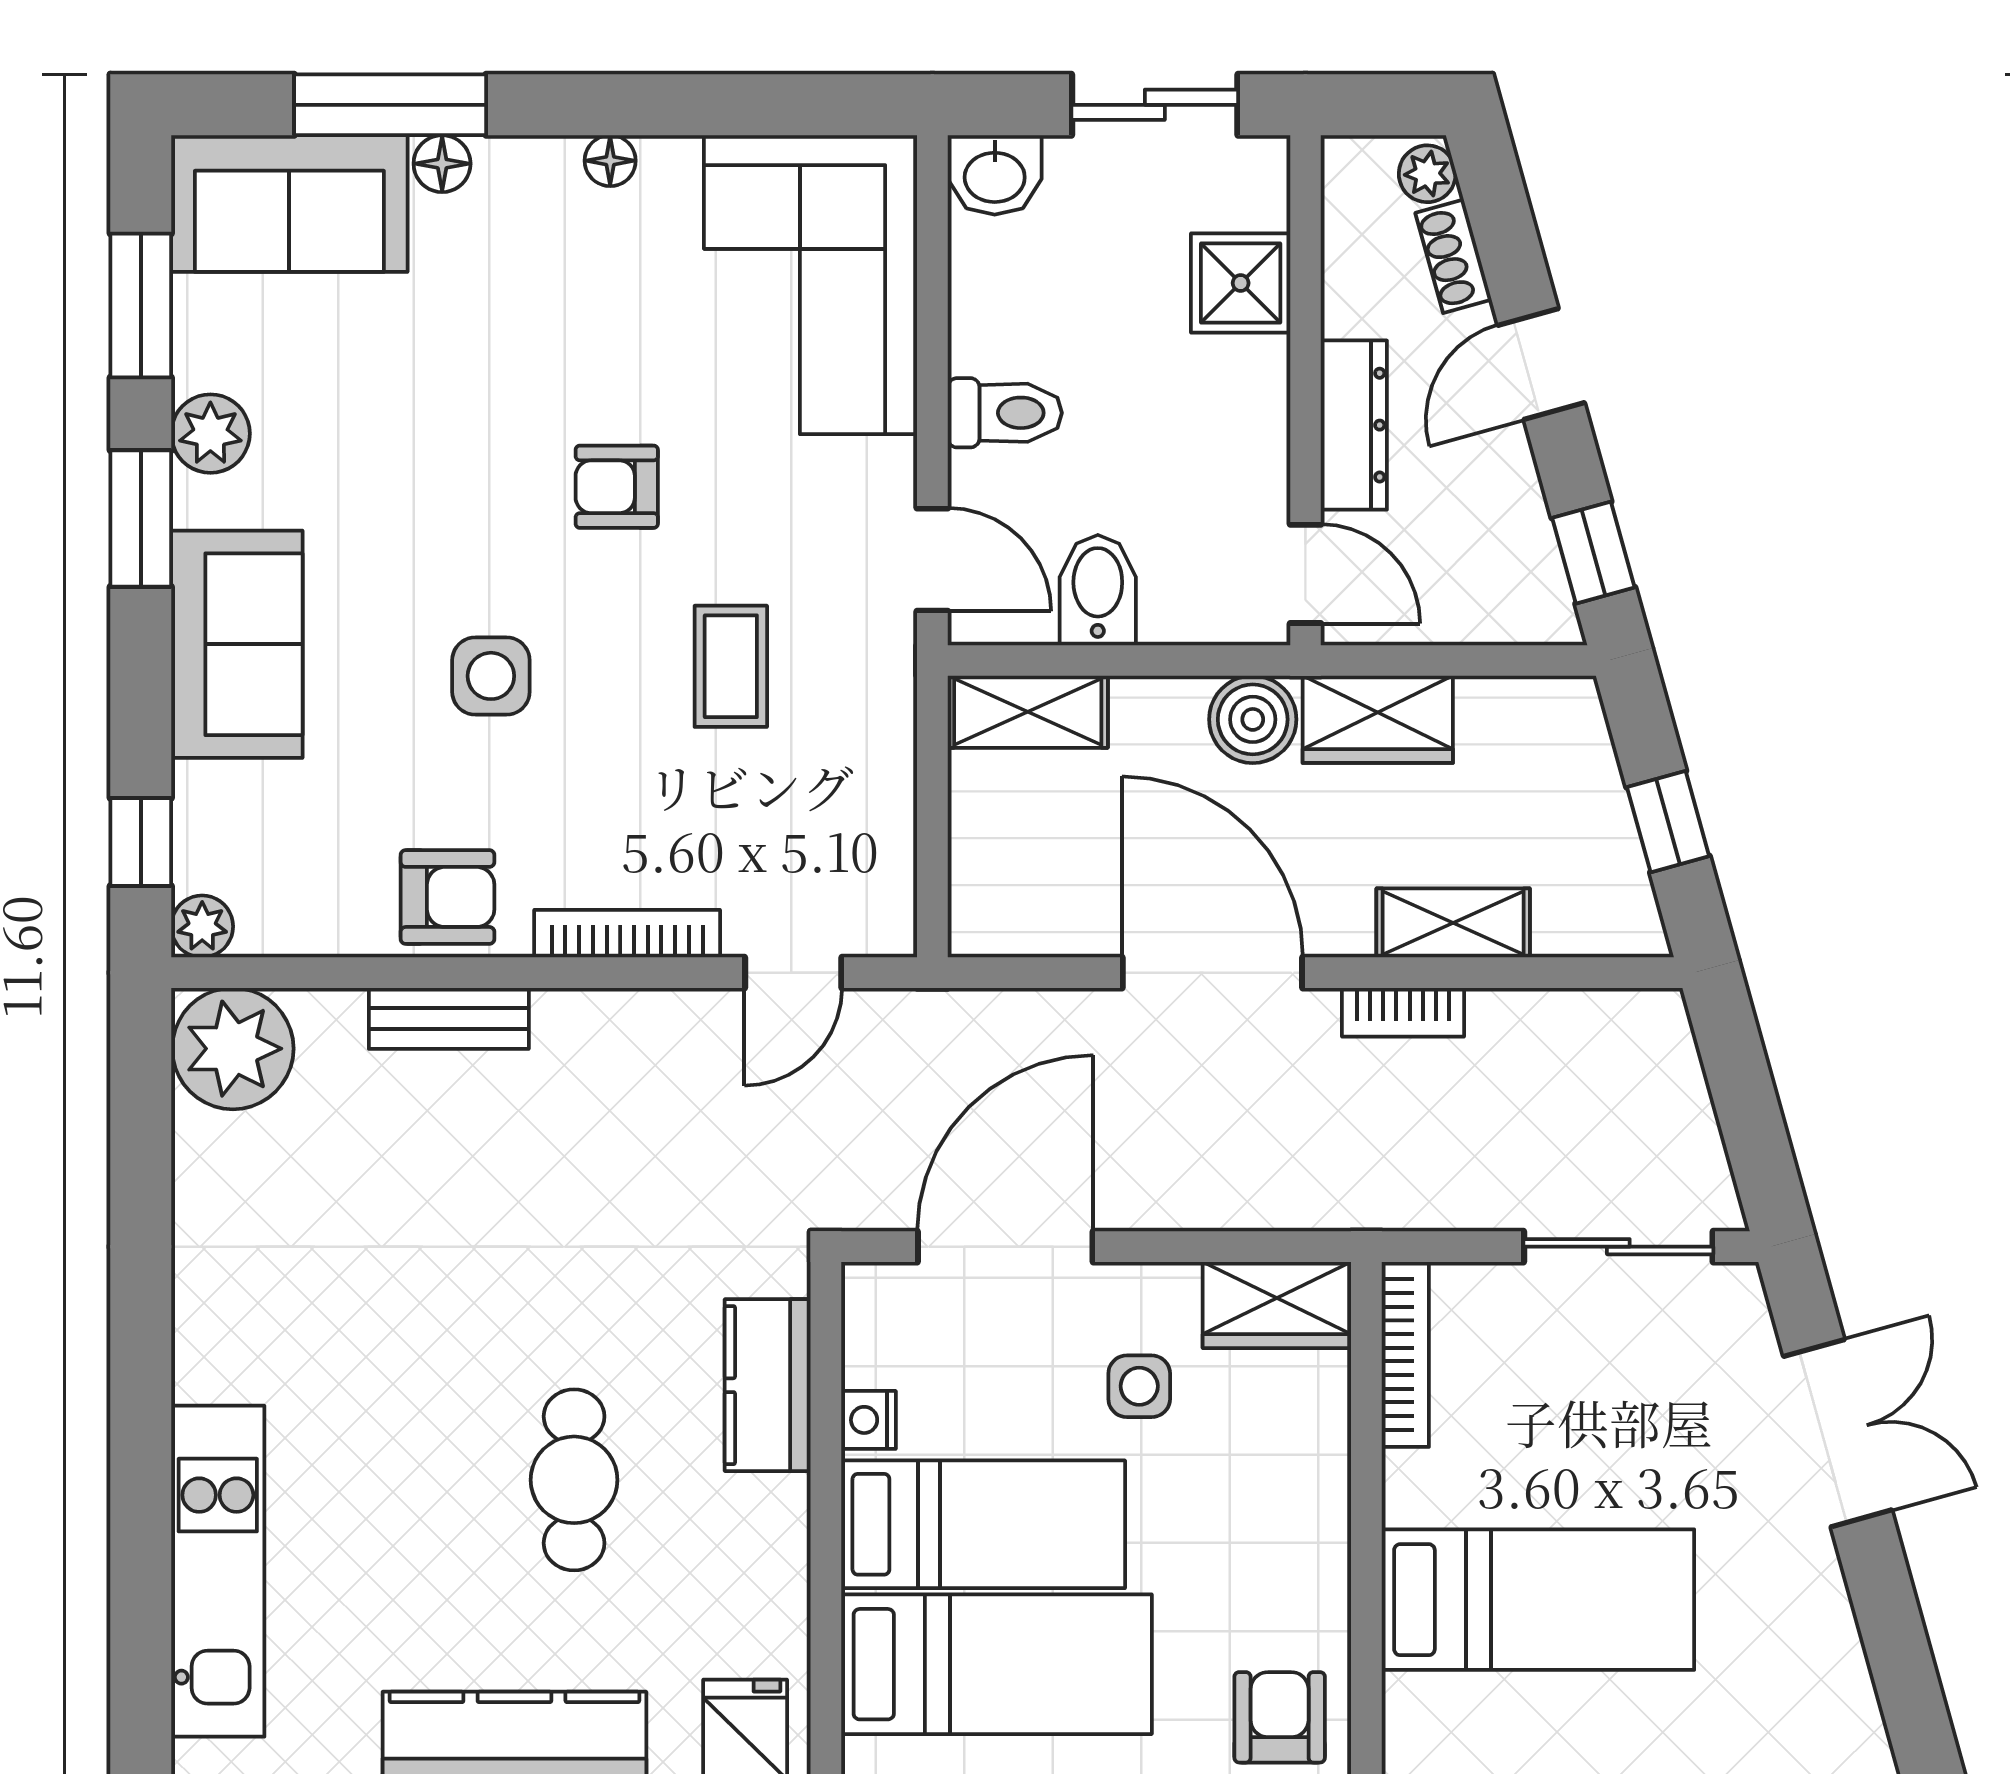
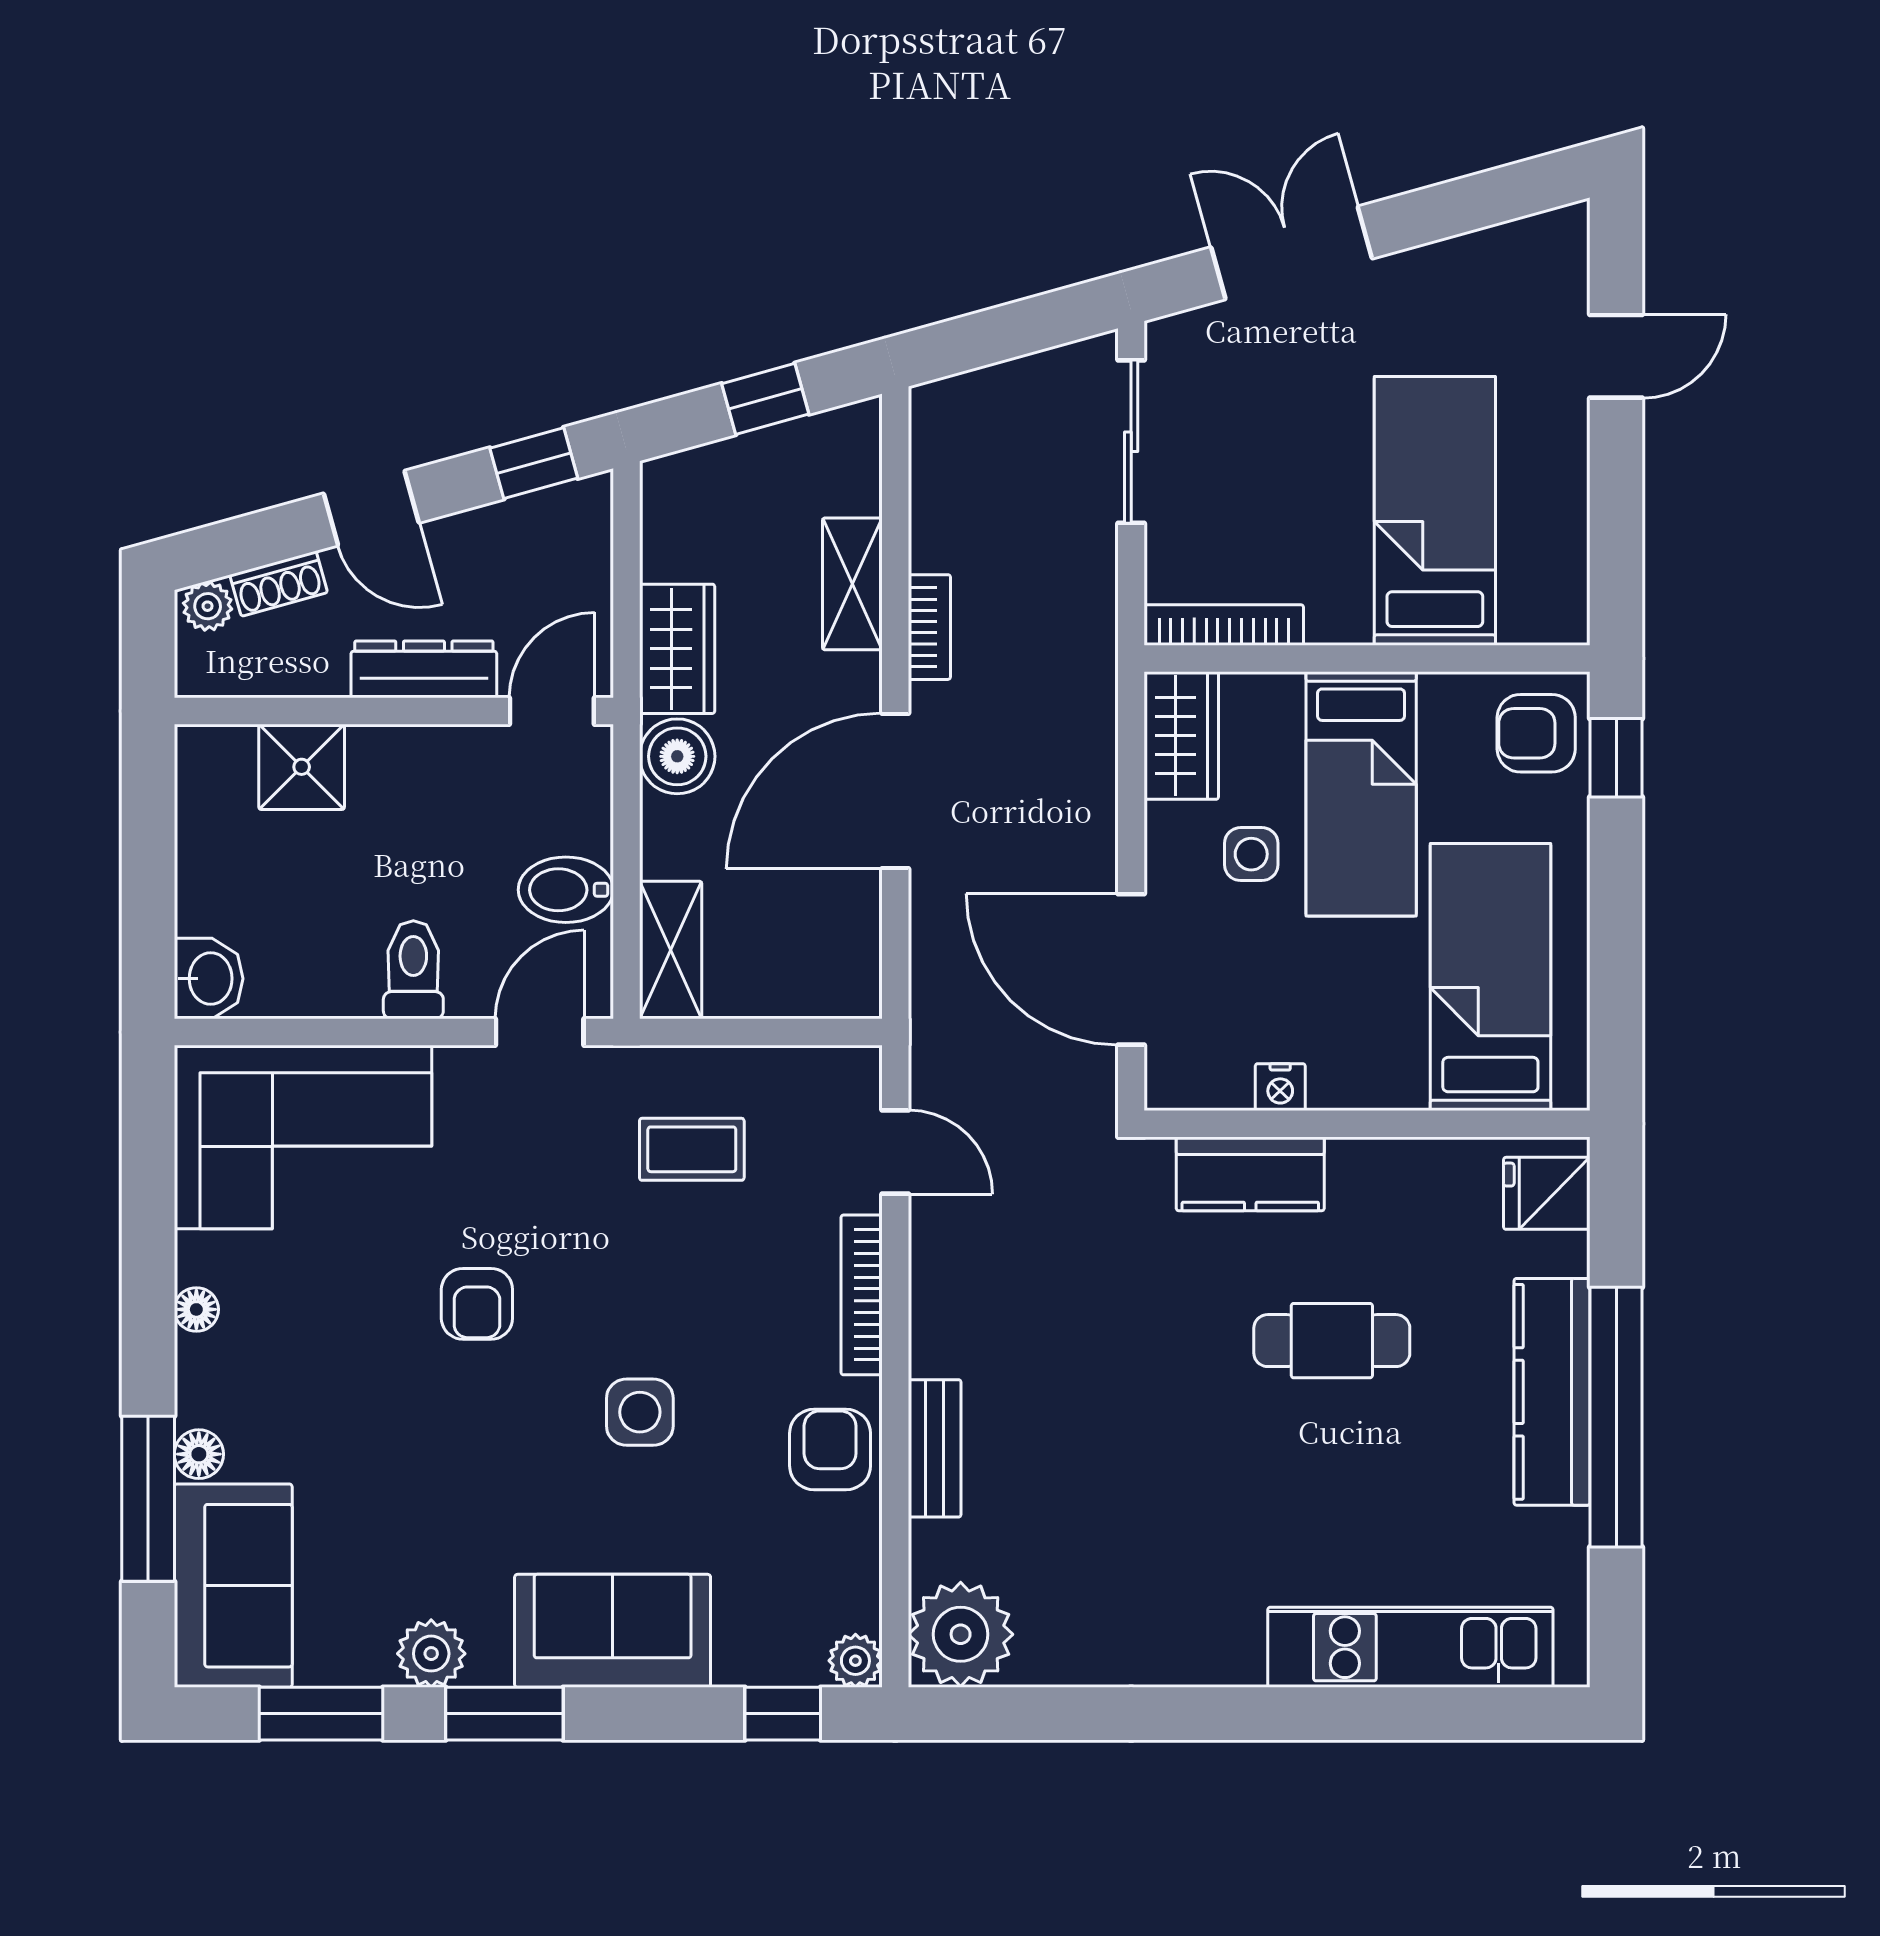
sliding door: (1155, 105) -> (148, 841), removed
coffee table: (731, 666) -> (692, 1149), moved
bed: (983, 1524) -> (1361, 794), moved, turned 180

